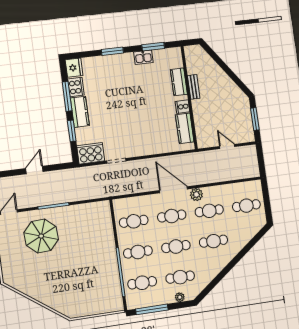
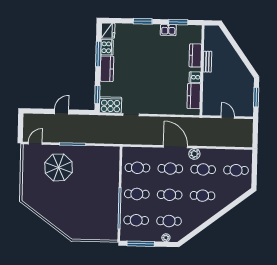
window: (72, 131) -> (97, 95), moved

